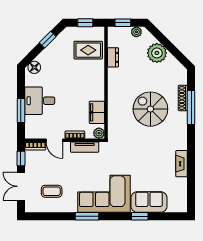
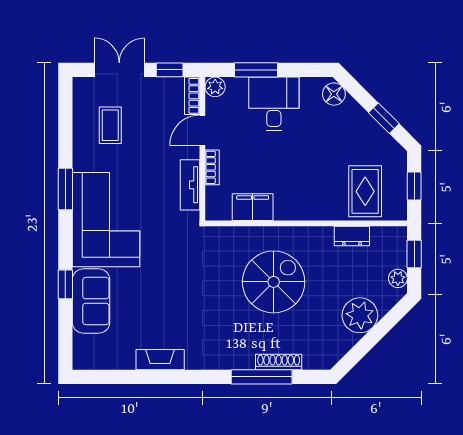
spiral stairs: (150, 109) -> (274, 282), moved
plant: (99, 133) -> (215, 87), moved

